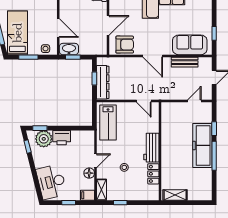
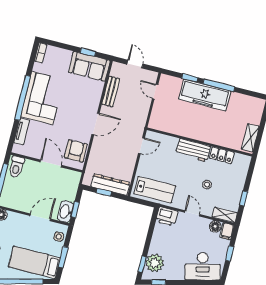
sofa: (190, 45) -> (89, 66), moved, turned -90
printer: (62, 138) -> (167, 216), moved, turned 90
floor lamp: (89, 173) -> (215, 226), moved

